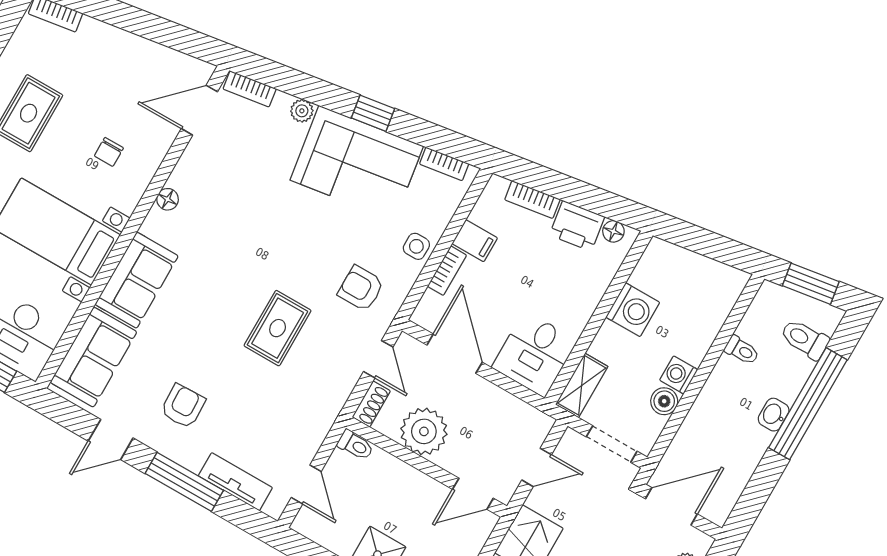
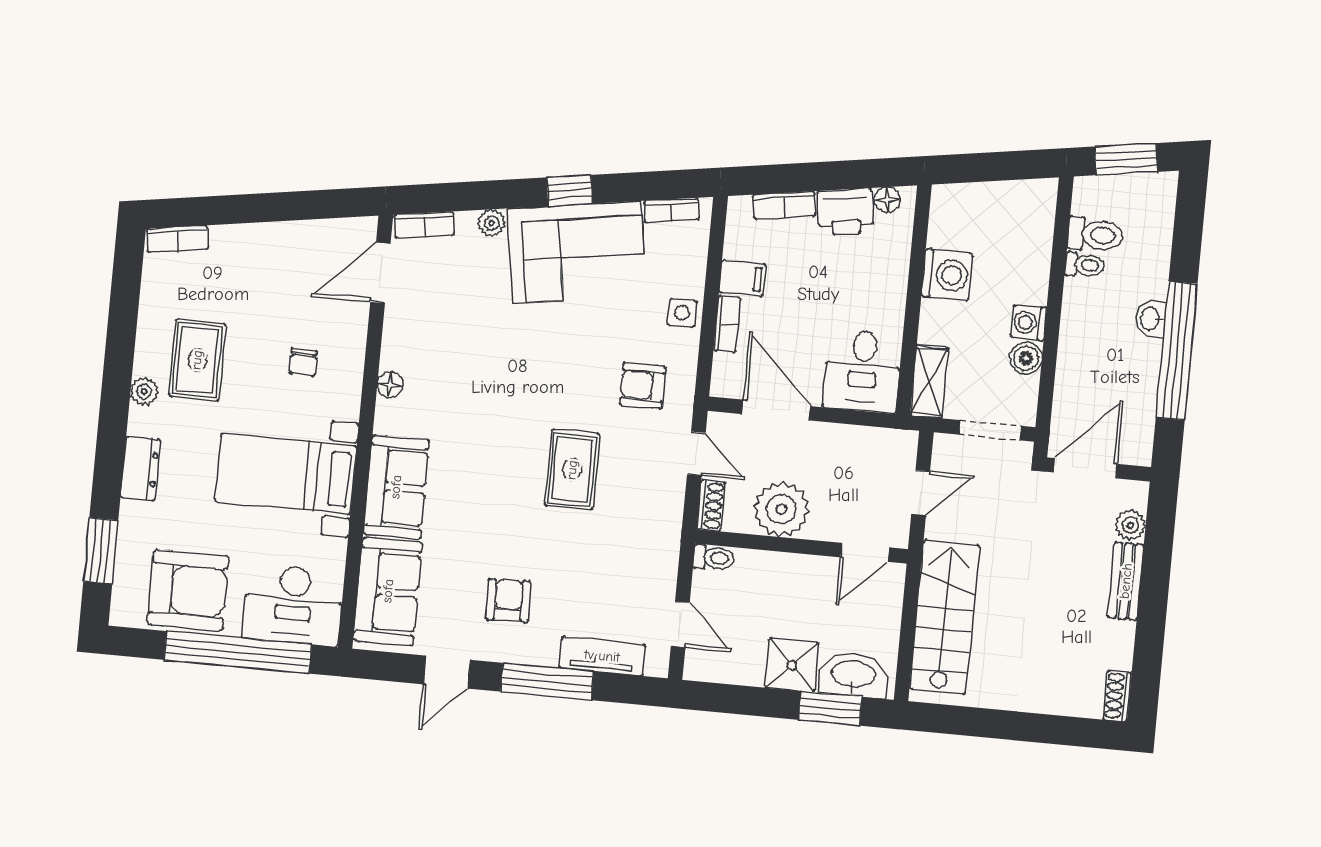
toilet: (805, 339) -> (1095, 235), moved, turned 180
window: (808, 404) -> (1177, 351), moved

